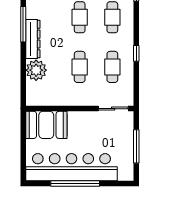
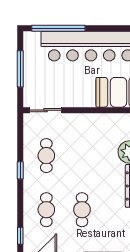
cafe table: (80, 67) -> (82, 156), removed
window: (75, 183) -> (58, 28), moved

